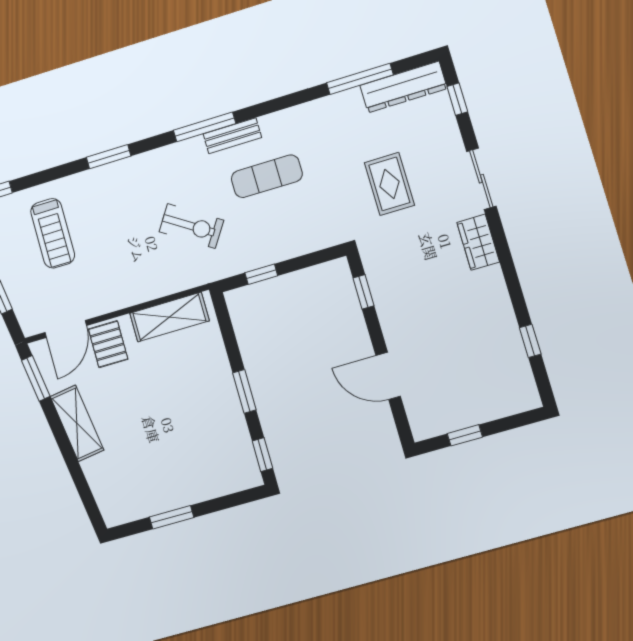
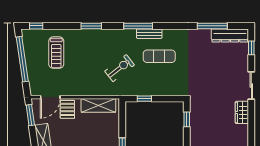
rug: (389, 184) -> (211, 76), removed
exercise bike: (191, 226) -> (120, 68), turned -71

